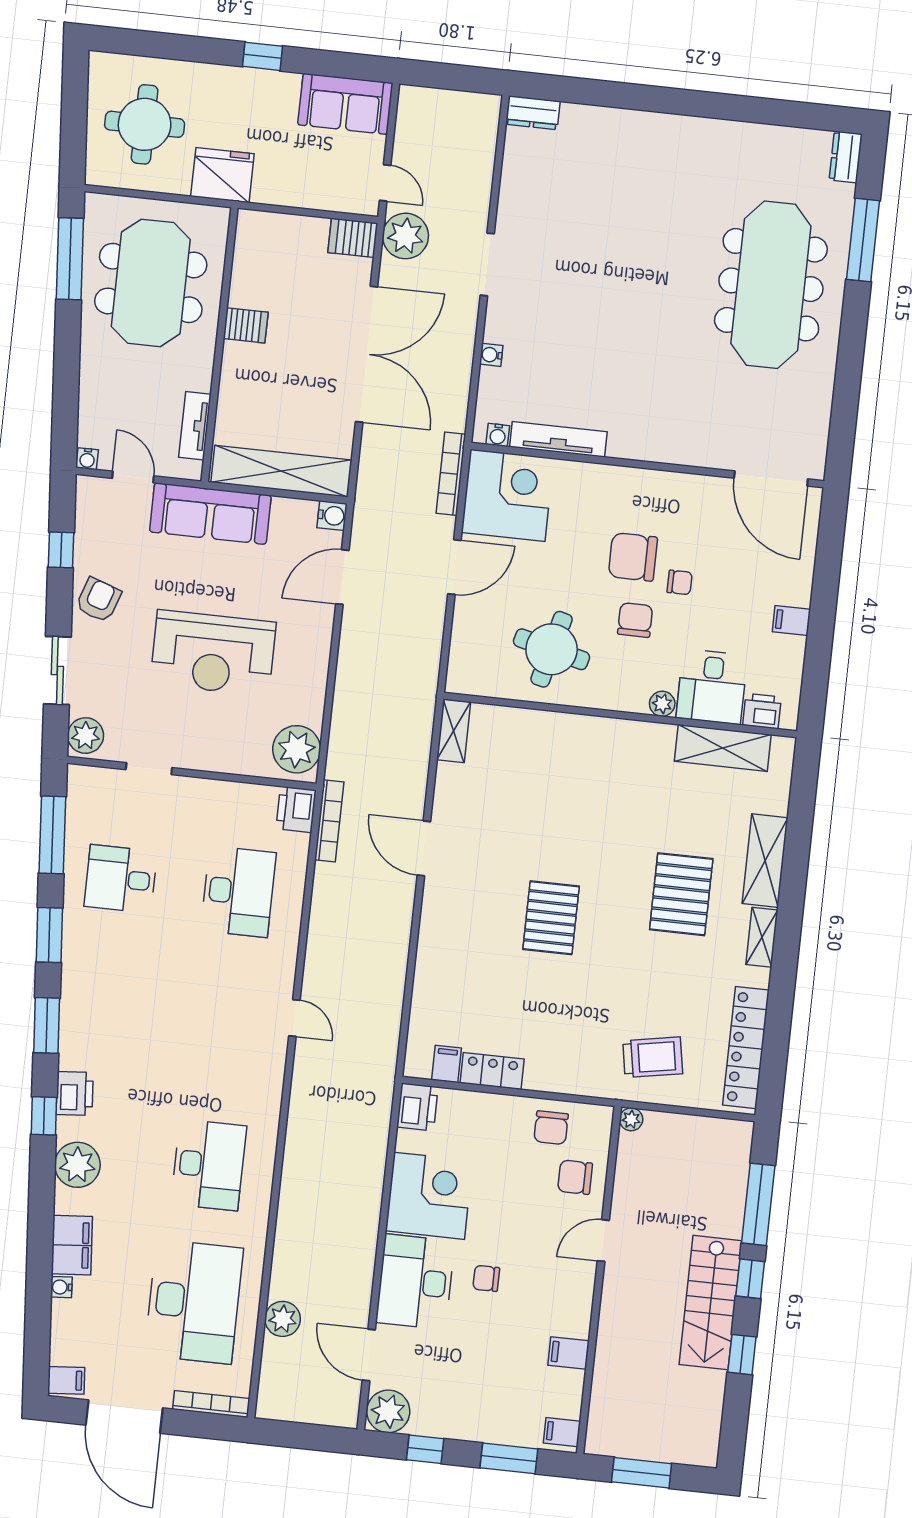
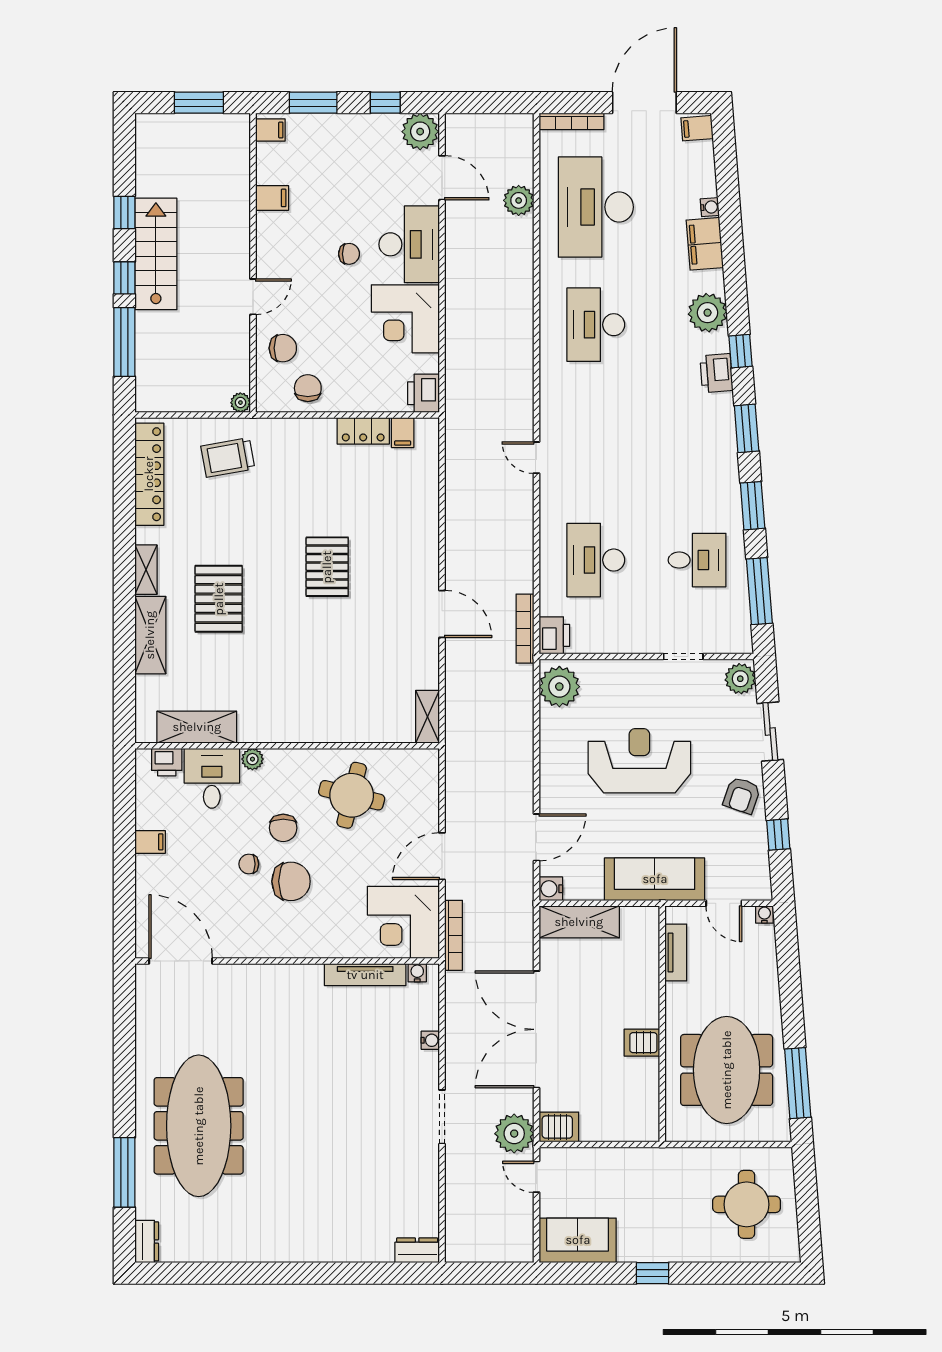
fridge: (222, 175) -> (676, 1168), removed
shelving: (281, 471) -> (579, 922), width x0.68
door: (124, 1417) -> (644, 103), hinge flipped

